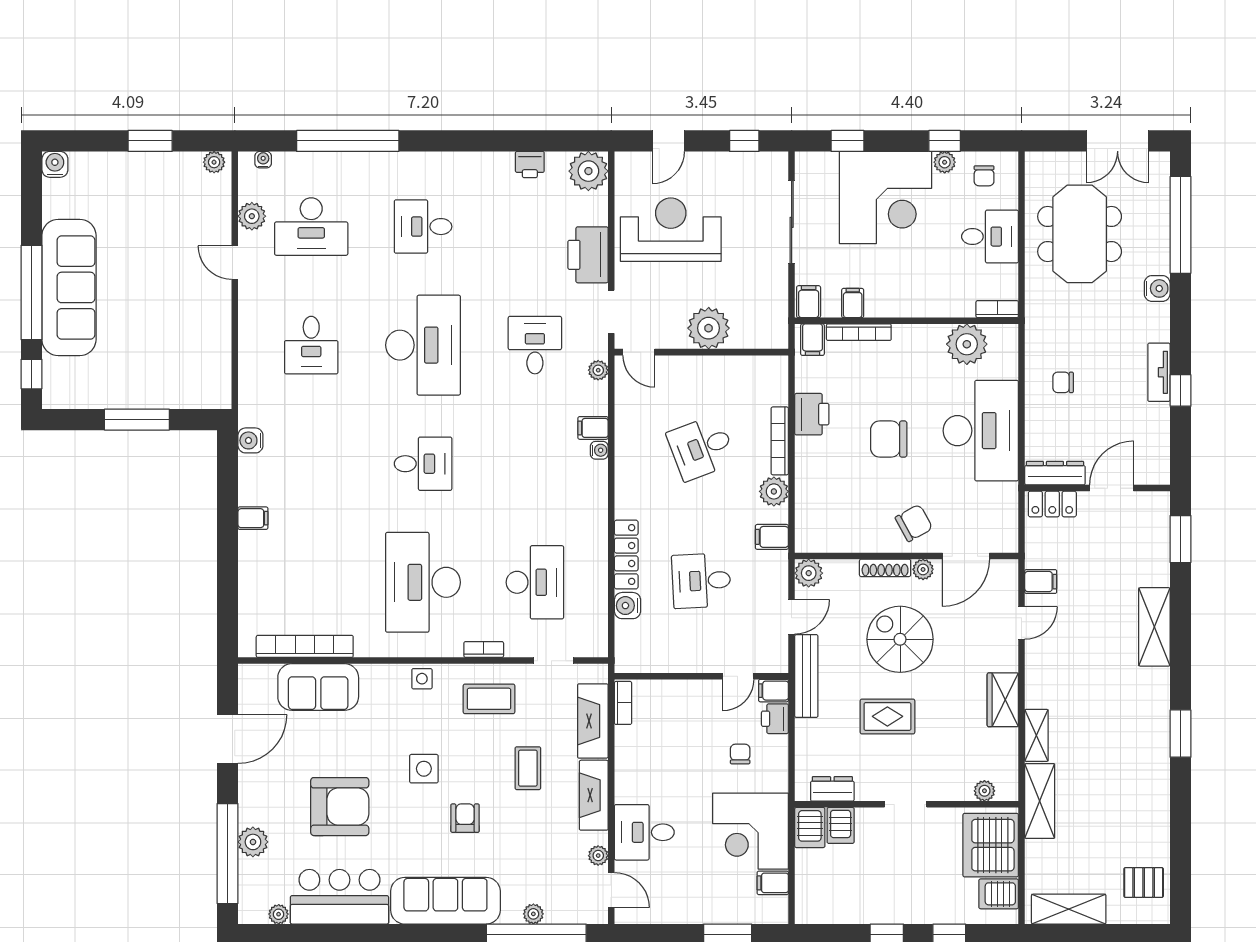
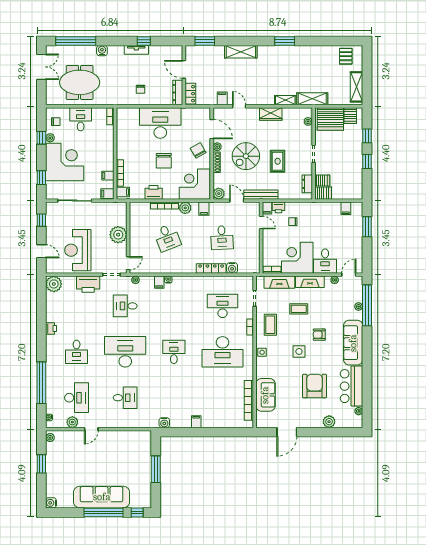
printer: (530, 164) -> (51, 329), moved
plant: (967, 344) -> (125, 129), removed
corner desk: (832, 515) -> (195, 184), added
door: (228, 739) -> (287, 432), swing flipped
corner desk: (750, 831) -> (297, 258), moved, turned 180
window: (228, 854) -> (334, 432), removed

